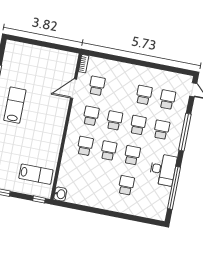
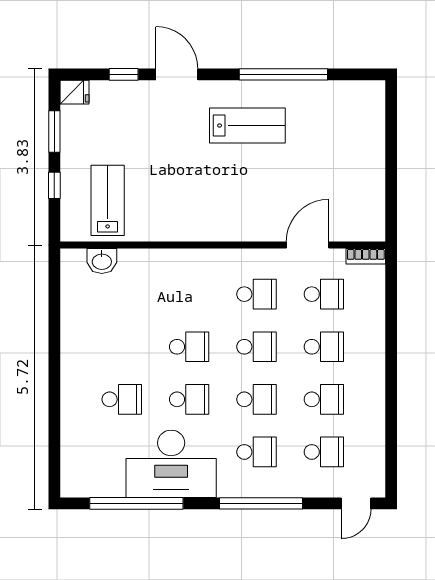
door: (74, 89) -> (308, 245), hinge flipped
school desk: (85, 146) -> (324, 347), moved
desk: (163, 170) -> (171, 464), width x1.36, depth x1.30
lab bench: (36, 174) -> (108, 200), turned 180
washbasin: (60, 194) -> (102, 261), moved
window: (39, 199) -> (54, 185), moved

